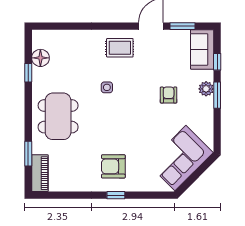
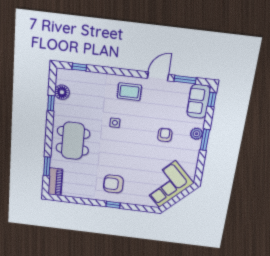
window: (59, 26) -> (79, 67), added
window: (217, 62) -> (212, 99), moved

